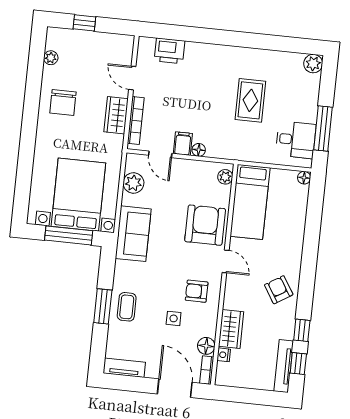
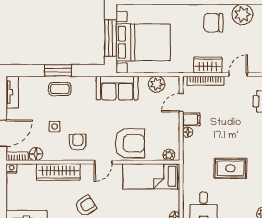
plant: (51, 58) -> (242, 14), width x1.88, depth x1.88
wardrobe: (231, 329) -> (58, 172), width x1.50
nightstand: (224, 355) -> (12, 168), moved

